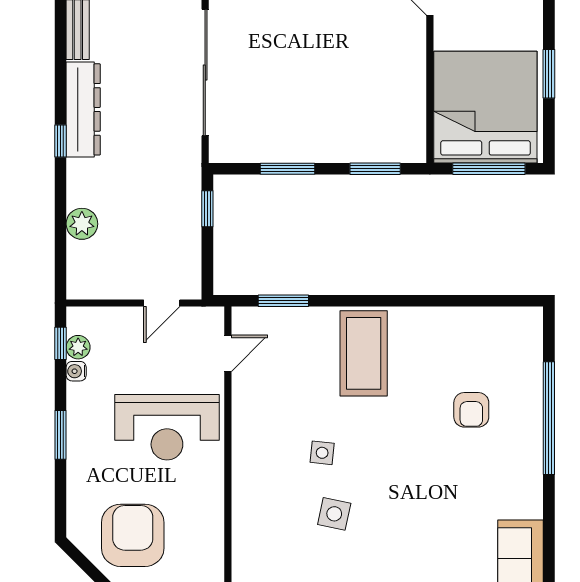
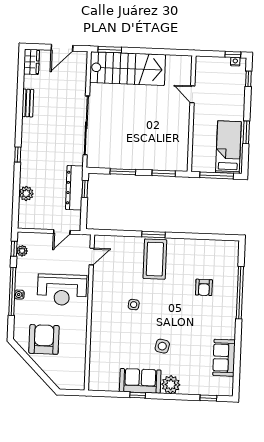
bed: (485, 107) -> (228, 147), width x0.49
dresser: (83, 109) -> (74, 188), moved, turned 180
window: (283, 301) -> (153, 234), moved
water cooler: (76, 371) -> (19, 295), moved
window: (61, 435) -> (12, 291), width x2.11
side table: (334, 514) -> (162, 346), moved

